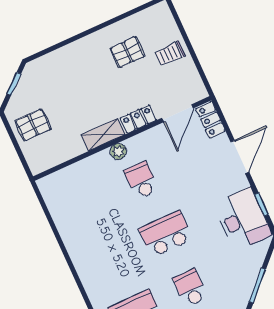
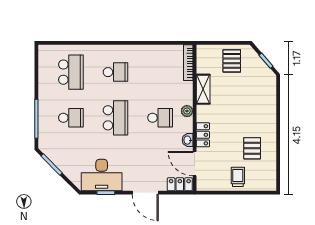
shelving: (103, 135) -> (203, 89), moved
washbasin: (153, 135) -> (188, 140), added
bookcase: (59, 176) -> (188, 63), added
school desk: (111, 259) -> (116, 72), added

